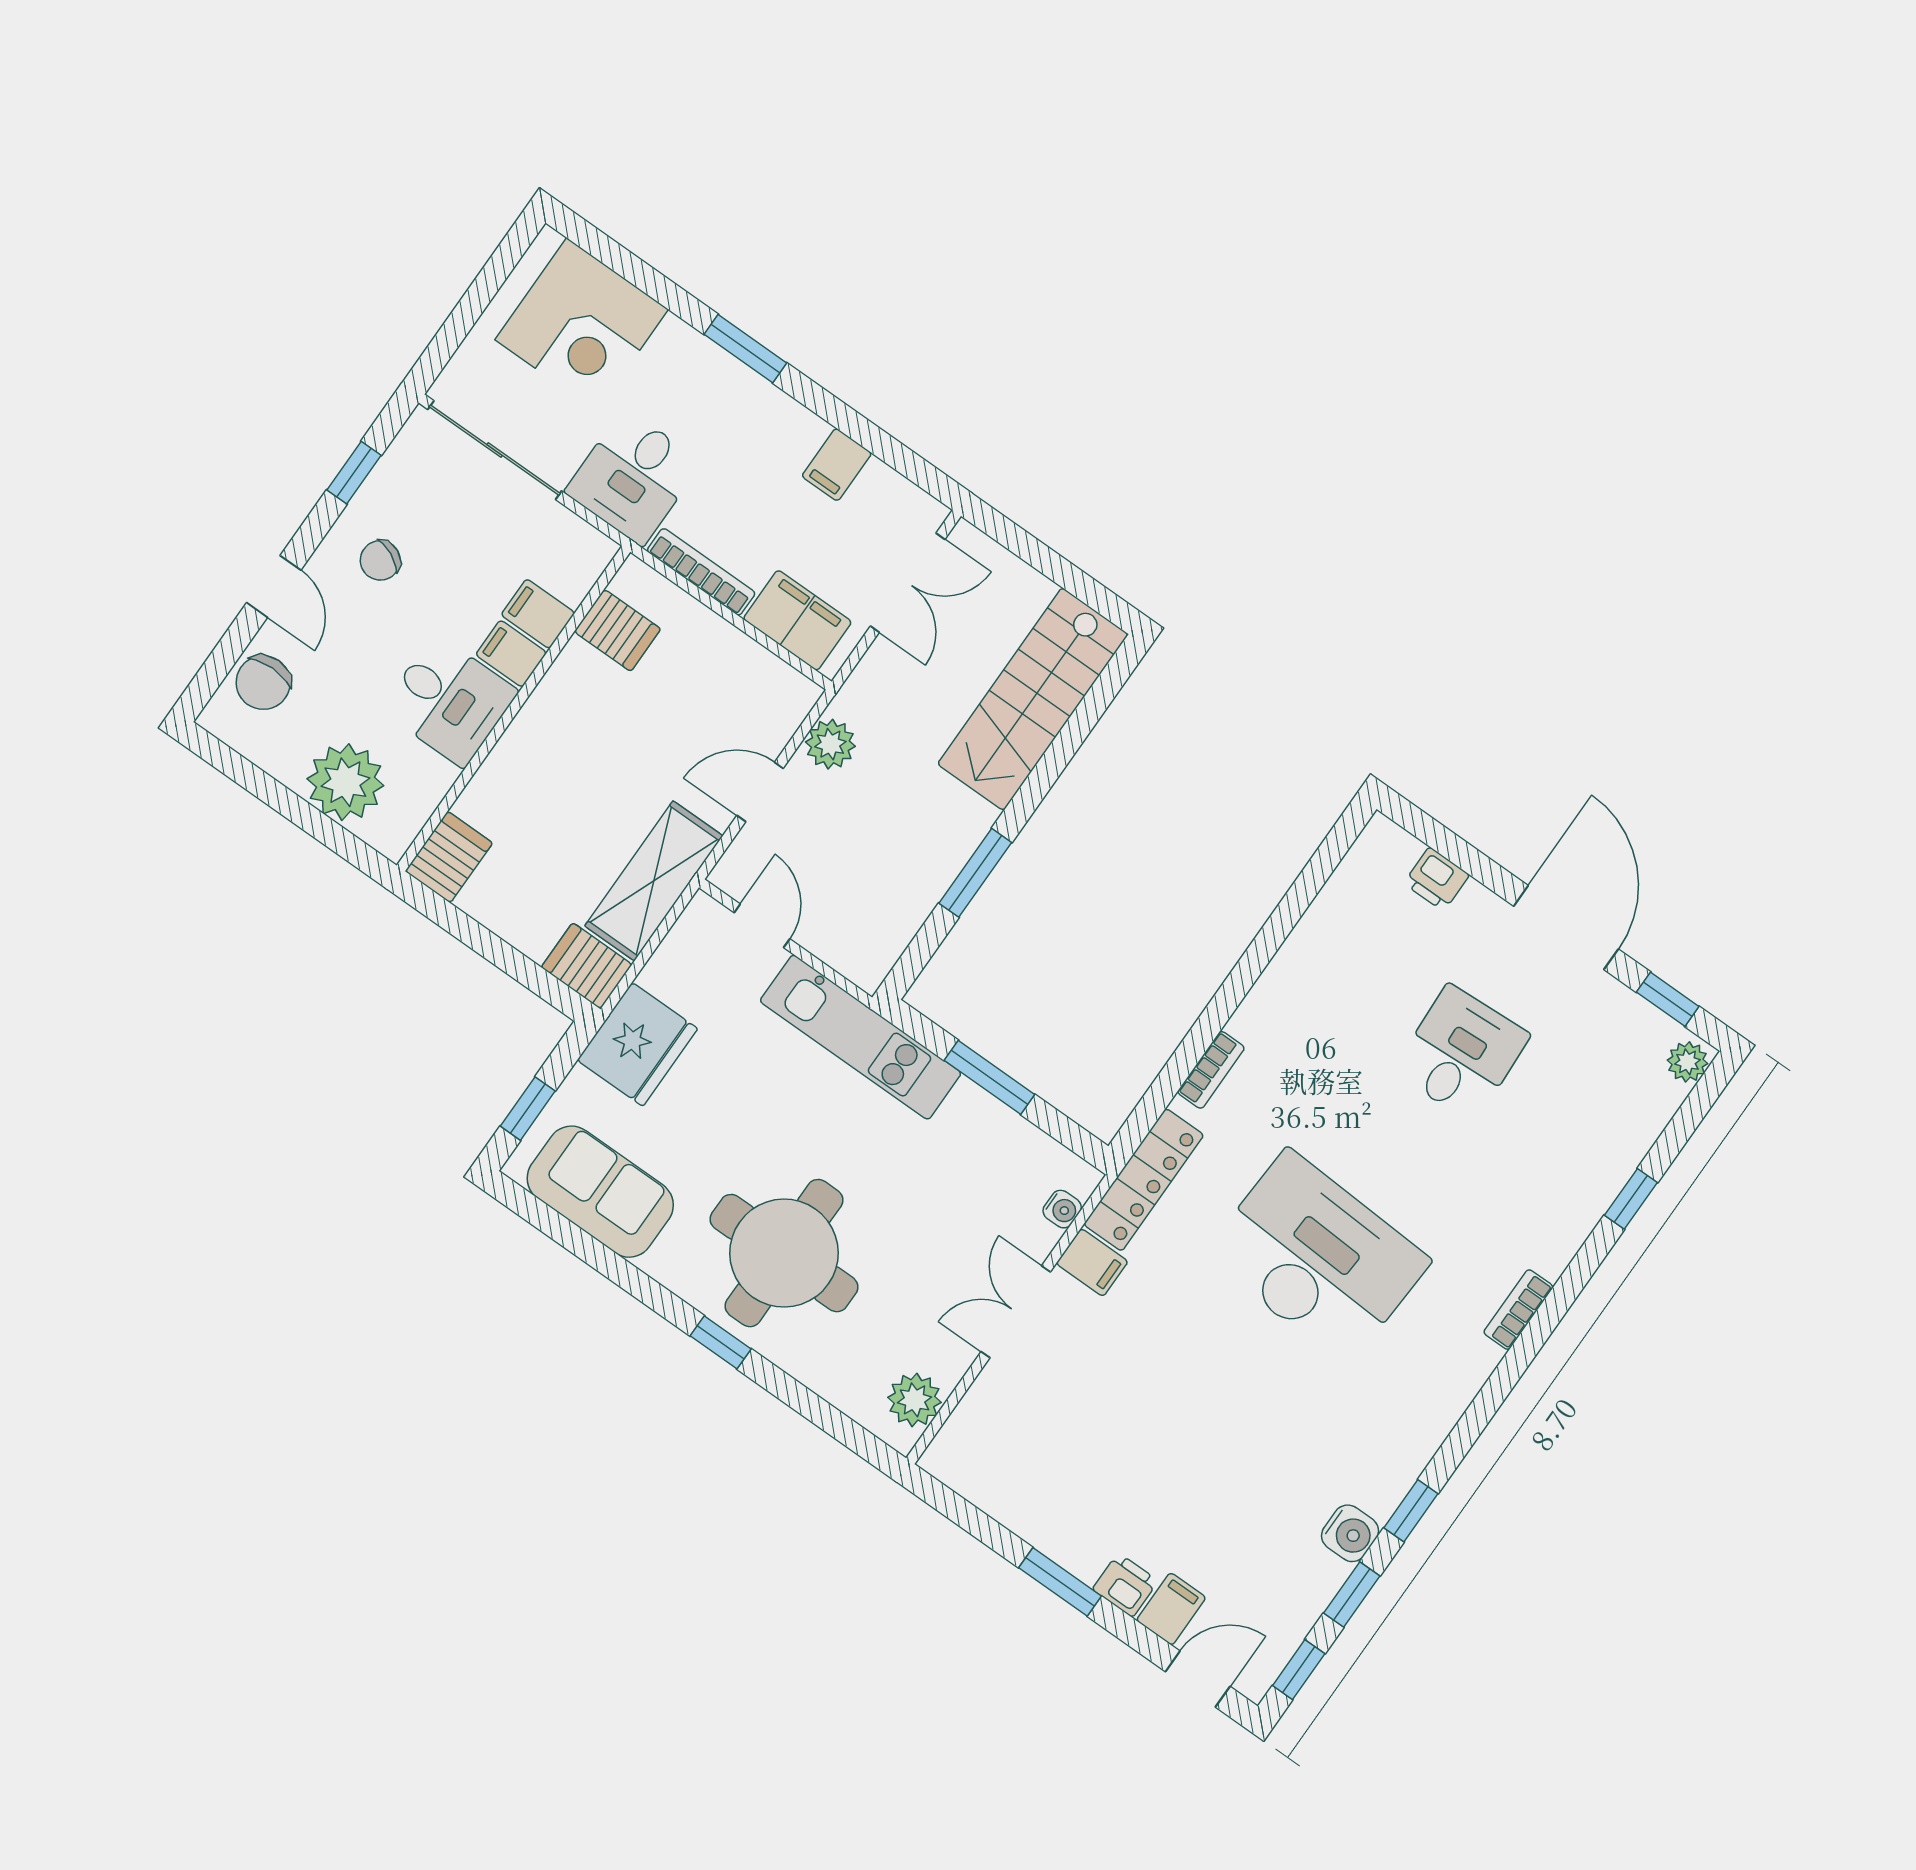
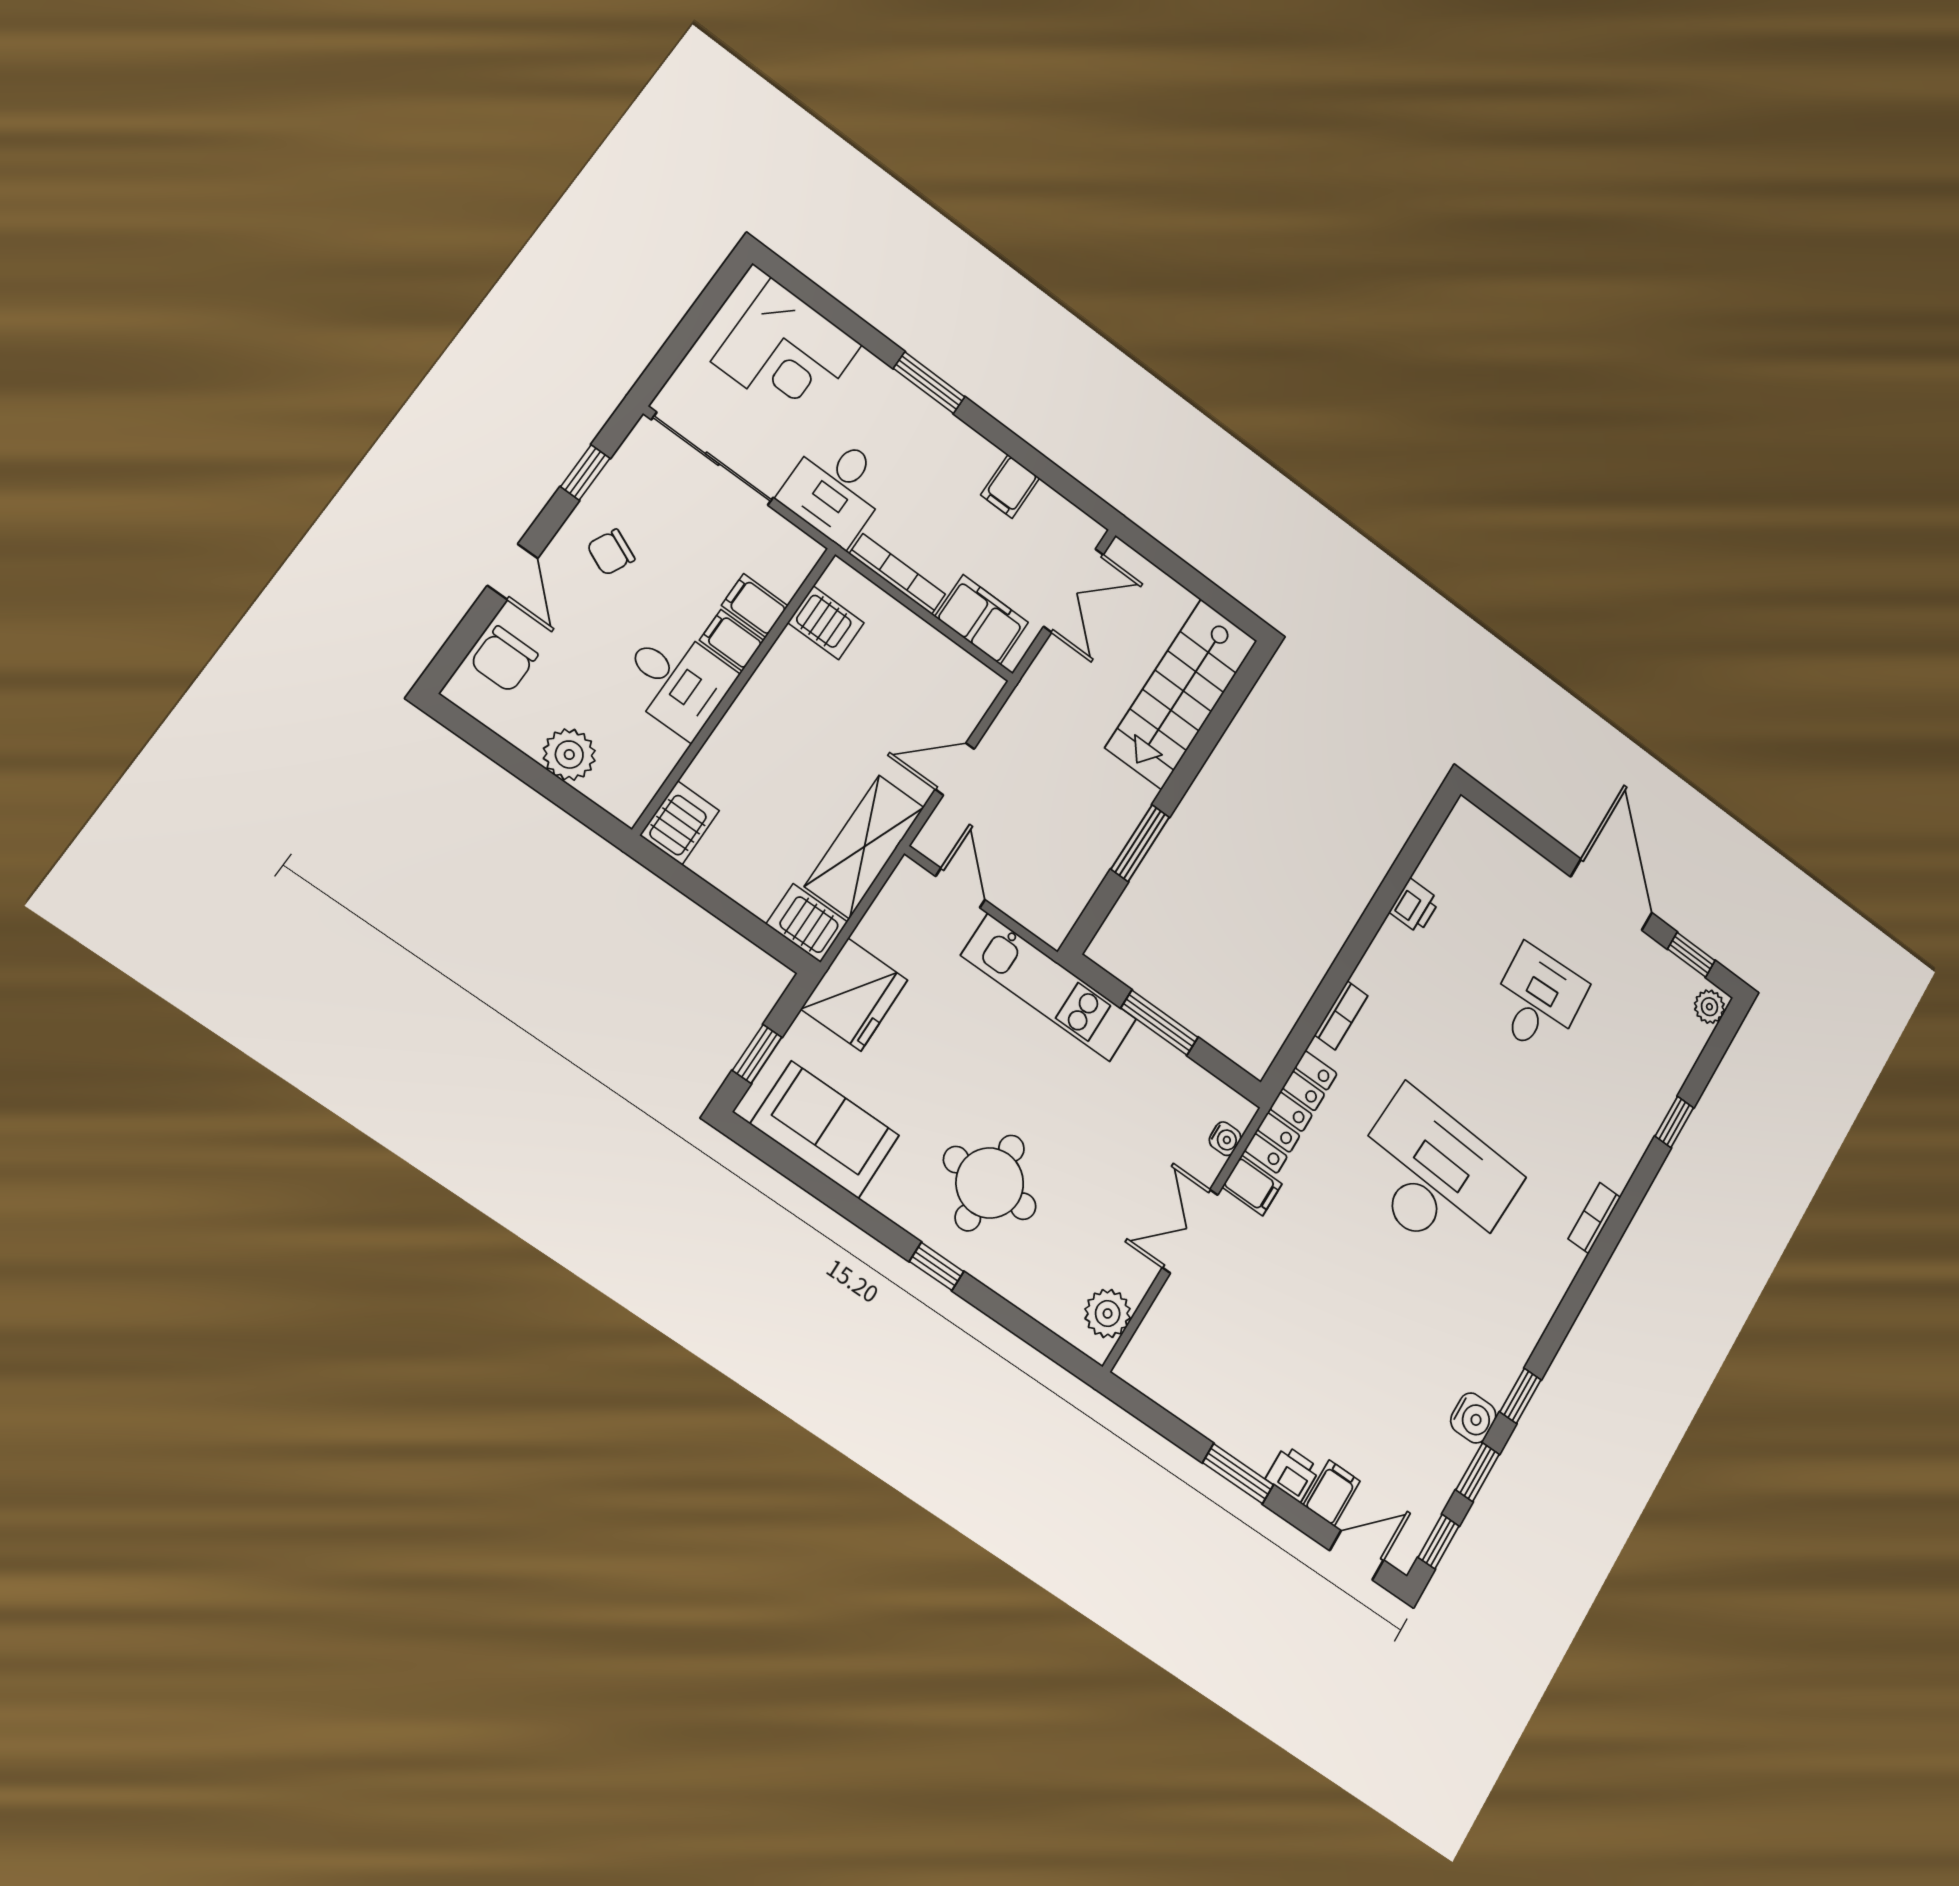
plant: (830, 744) -> (1014, 728), removed
plant: (345, 782) -> (569, 755), width x0.73, depth x0.73
printer: (1437, 879) -> (1414, 906), moved, turned -90
round table: (784, 1253) -> (990, 1183), width x0.73, depth x0.73

